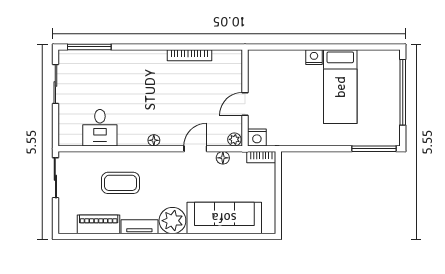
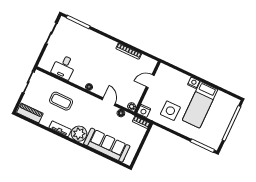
door: (245, 104) -> (150, 81), moved
side table: (298, 118) -> (170, 111), added
door: (195, 149) -> (109, 102), hinge flipped
piano: (99, 224) -> (30, 113), moved

